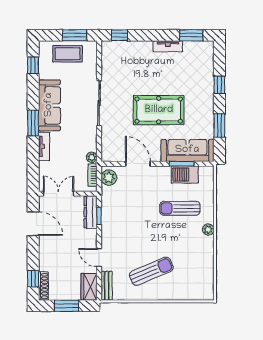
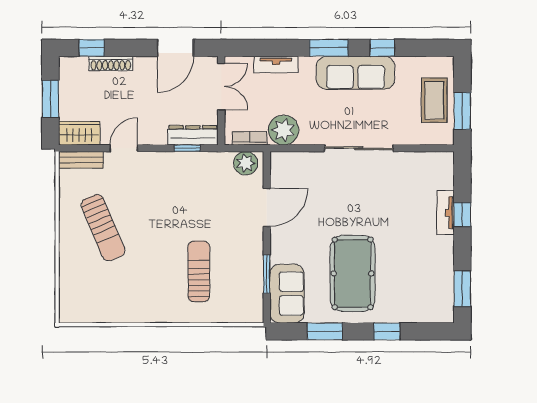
window: (119, 35) -> (462, 215), moved
tv unit: (168, 46) -> (446, 213), moved
window: (33, 65) -> (382, 48), moved
pool table: (159, 110) -> (353, 273), moved
tv unit: (44, 146) -> (276, 64), moved
sofa: (187, 150) -> (287, 294), width x0.73
plant: (92, 157) -> (284, 130), width x1.88, depth x1.88
barbecue: (185, 175) -> (250, 279), removed
plant: (208, 230) -> (166, 315), removed
shoe rack: (43, 286) -> (111, 64), moved

